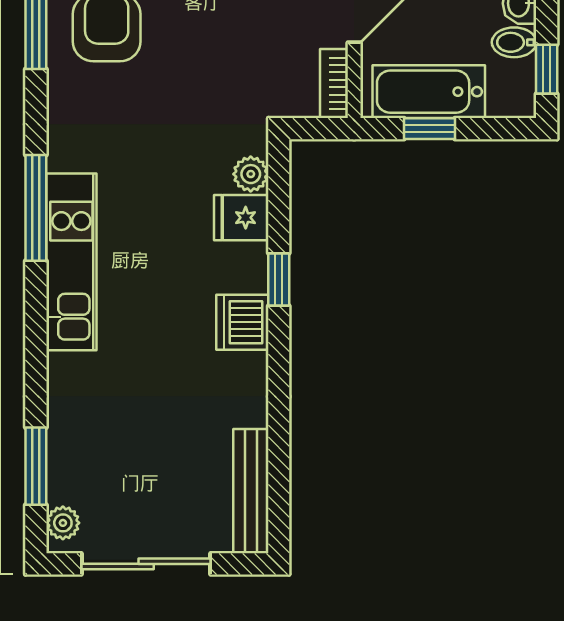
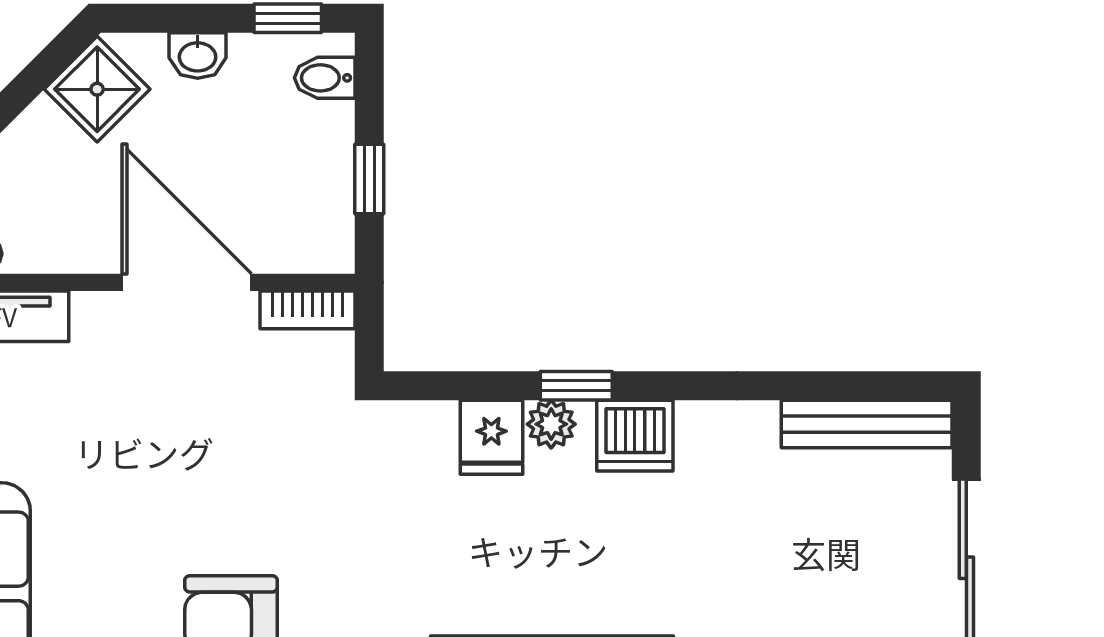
bidet: (514, 42) -> (325, 78), moved, turned 90
bathtub: (429, 92) -> (319, 180), removed
plant: (251, 174) -> (551, 424), moved

